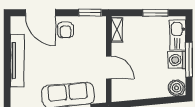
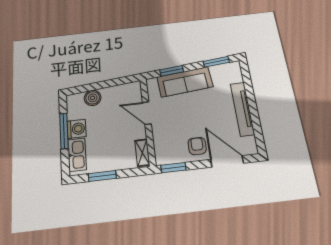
boiler: (177, 88) -> (93, 98), moved

